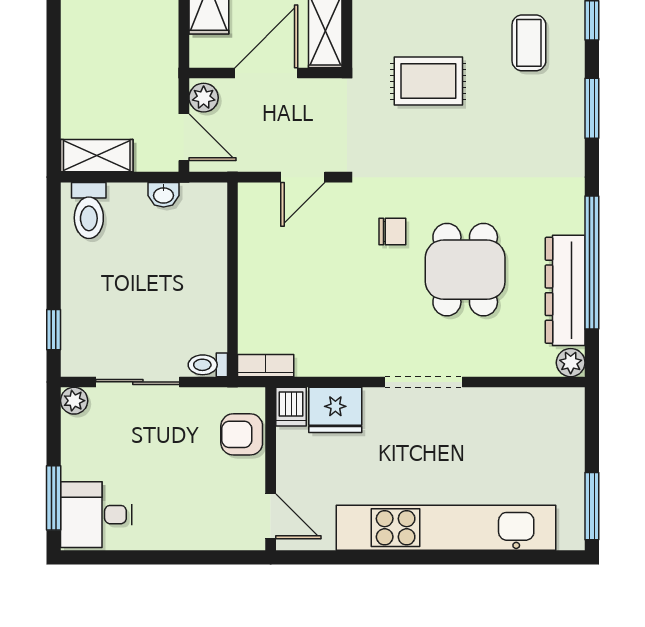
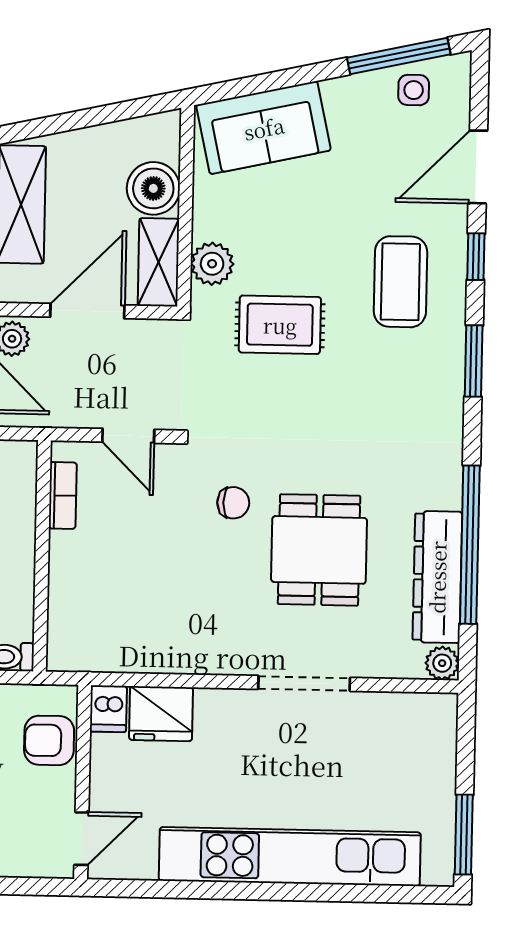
plant: (370, 31) -> (212, 264), added
coffee table: (529, 43) -> (400, 282), width x1.36, depth x1.30
door: (303, 177) -> (128, 436), hinge flipped
bookcase: (266, 366) -> (63, 495), moved, turned 90
doorway: (424, 382) -> (304, 683), moved
door: (271, 516) -> (81, 839), hinge flipped

